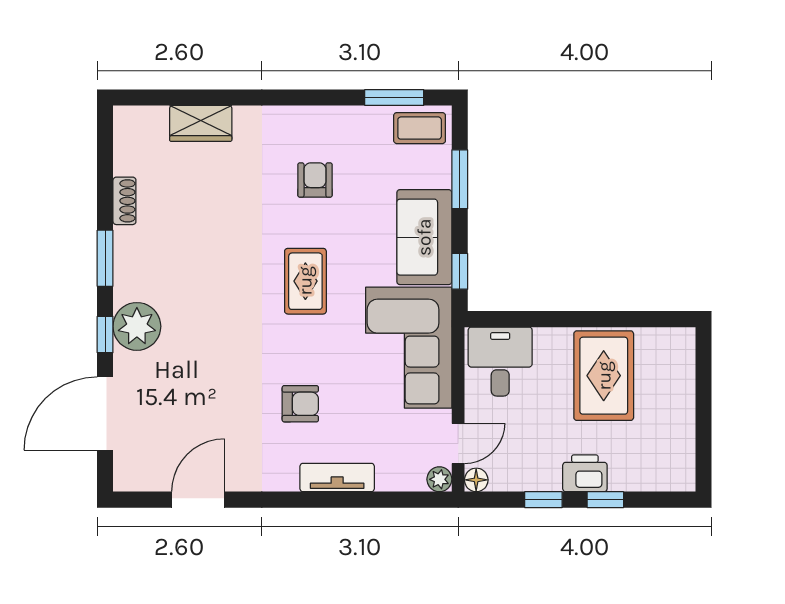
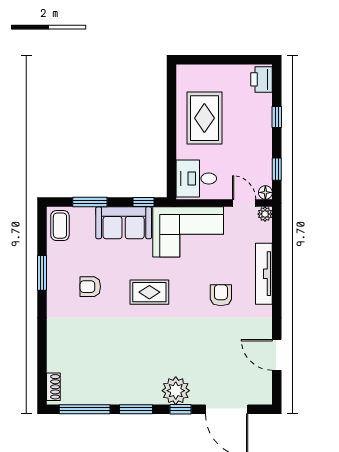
window: (394, 97) -> (42, 273), moved
wardrobe: (201, 123) -> (57, 353), removed
window: (105, 170) -> (85, 409), added
shoe rack: (124, 201) -> (53, 387), moved, turned 90
rug: (604, 376) -> (204, 118), turned 90
printer: (585, 473) -> (262, 79), moved
tv unit: (337, 477) -> (264, 274), width x1.41
window: (543, 500) -> (277, 169), moved

